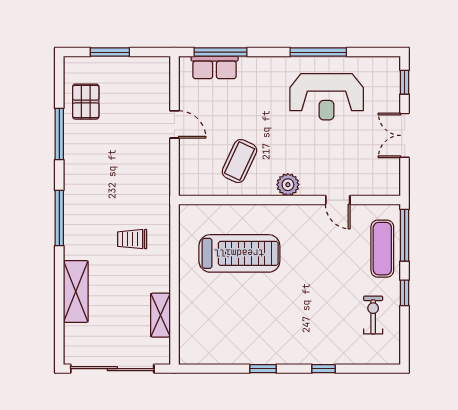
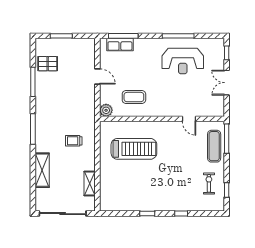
pallet: (86, 102) -> (48, 64), turned 90
coffee table: (239, 161) -> (134, 97), turned 65
plant: (288, 185) -> (106, 110), moved
window: (405, 293) -> (227, 190), moved

